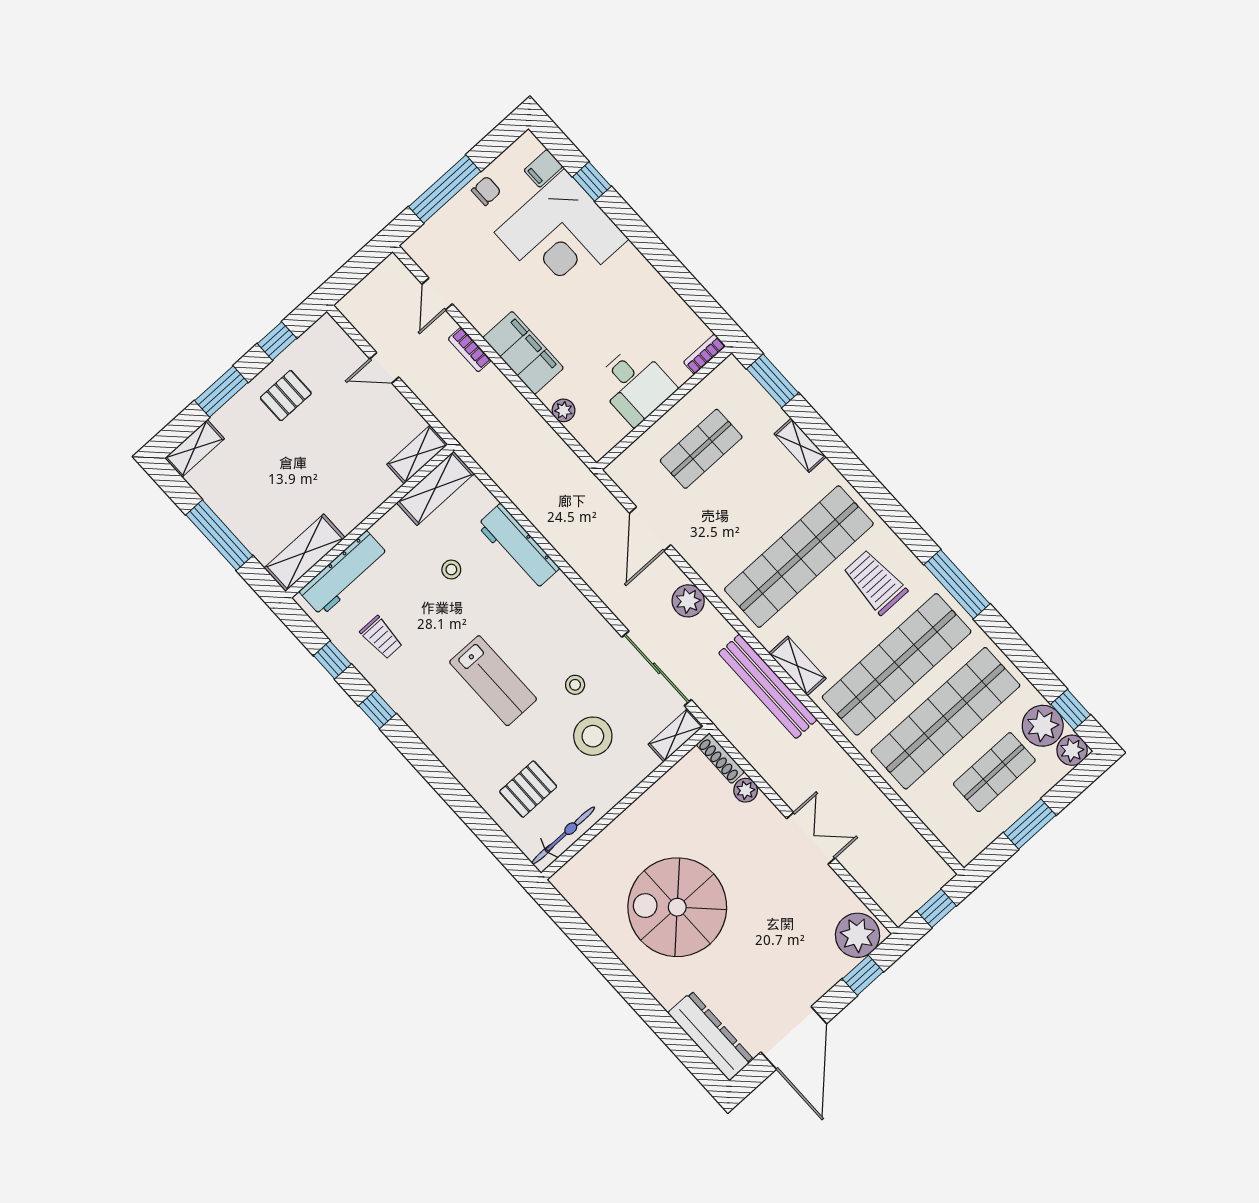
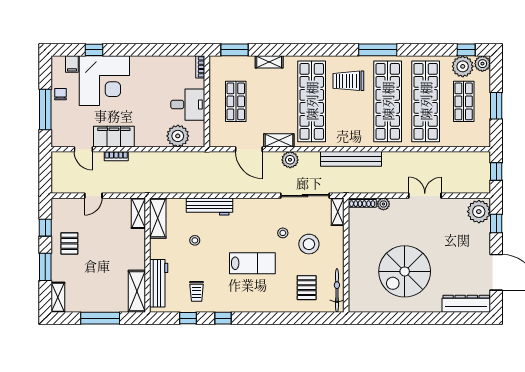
filing cabinet: (523, 353) -> (114, 137), moved
plant: (564, 410) -> (178, 136), width x1.87, depth x1.87
trolley: (381, 637) -> (197, 291), turned 90
shelving: (797, 666) -> (279, 140), moved

